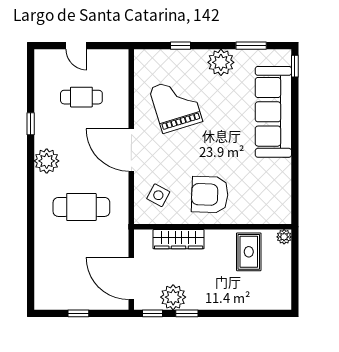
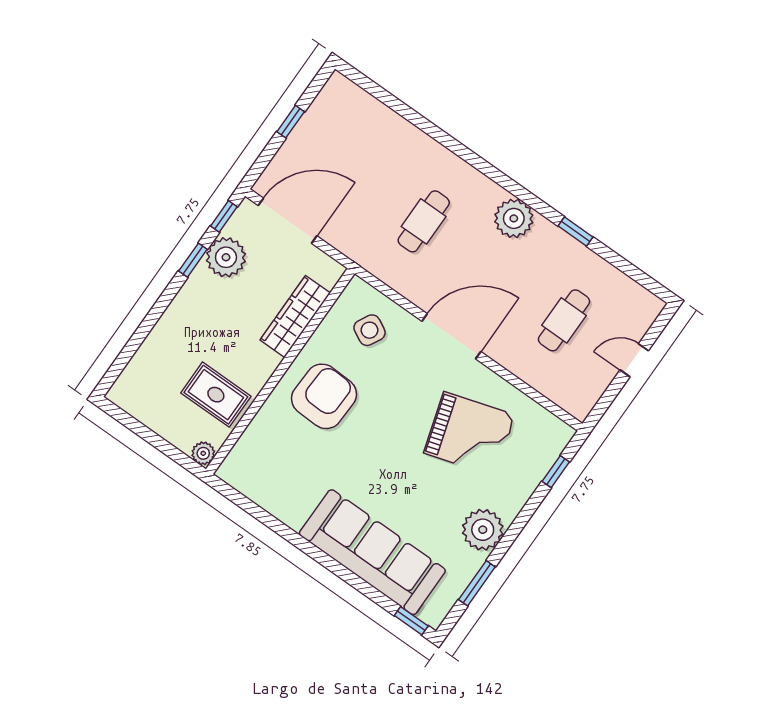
window: (181, 46) -> (556, 472), moved
cafe table: (81, 207) -> (424, 221), width x0.73, depth x0.74

